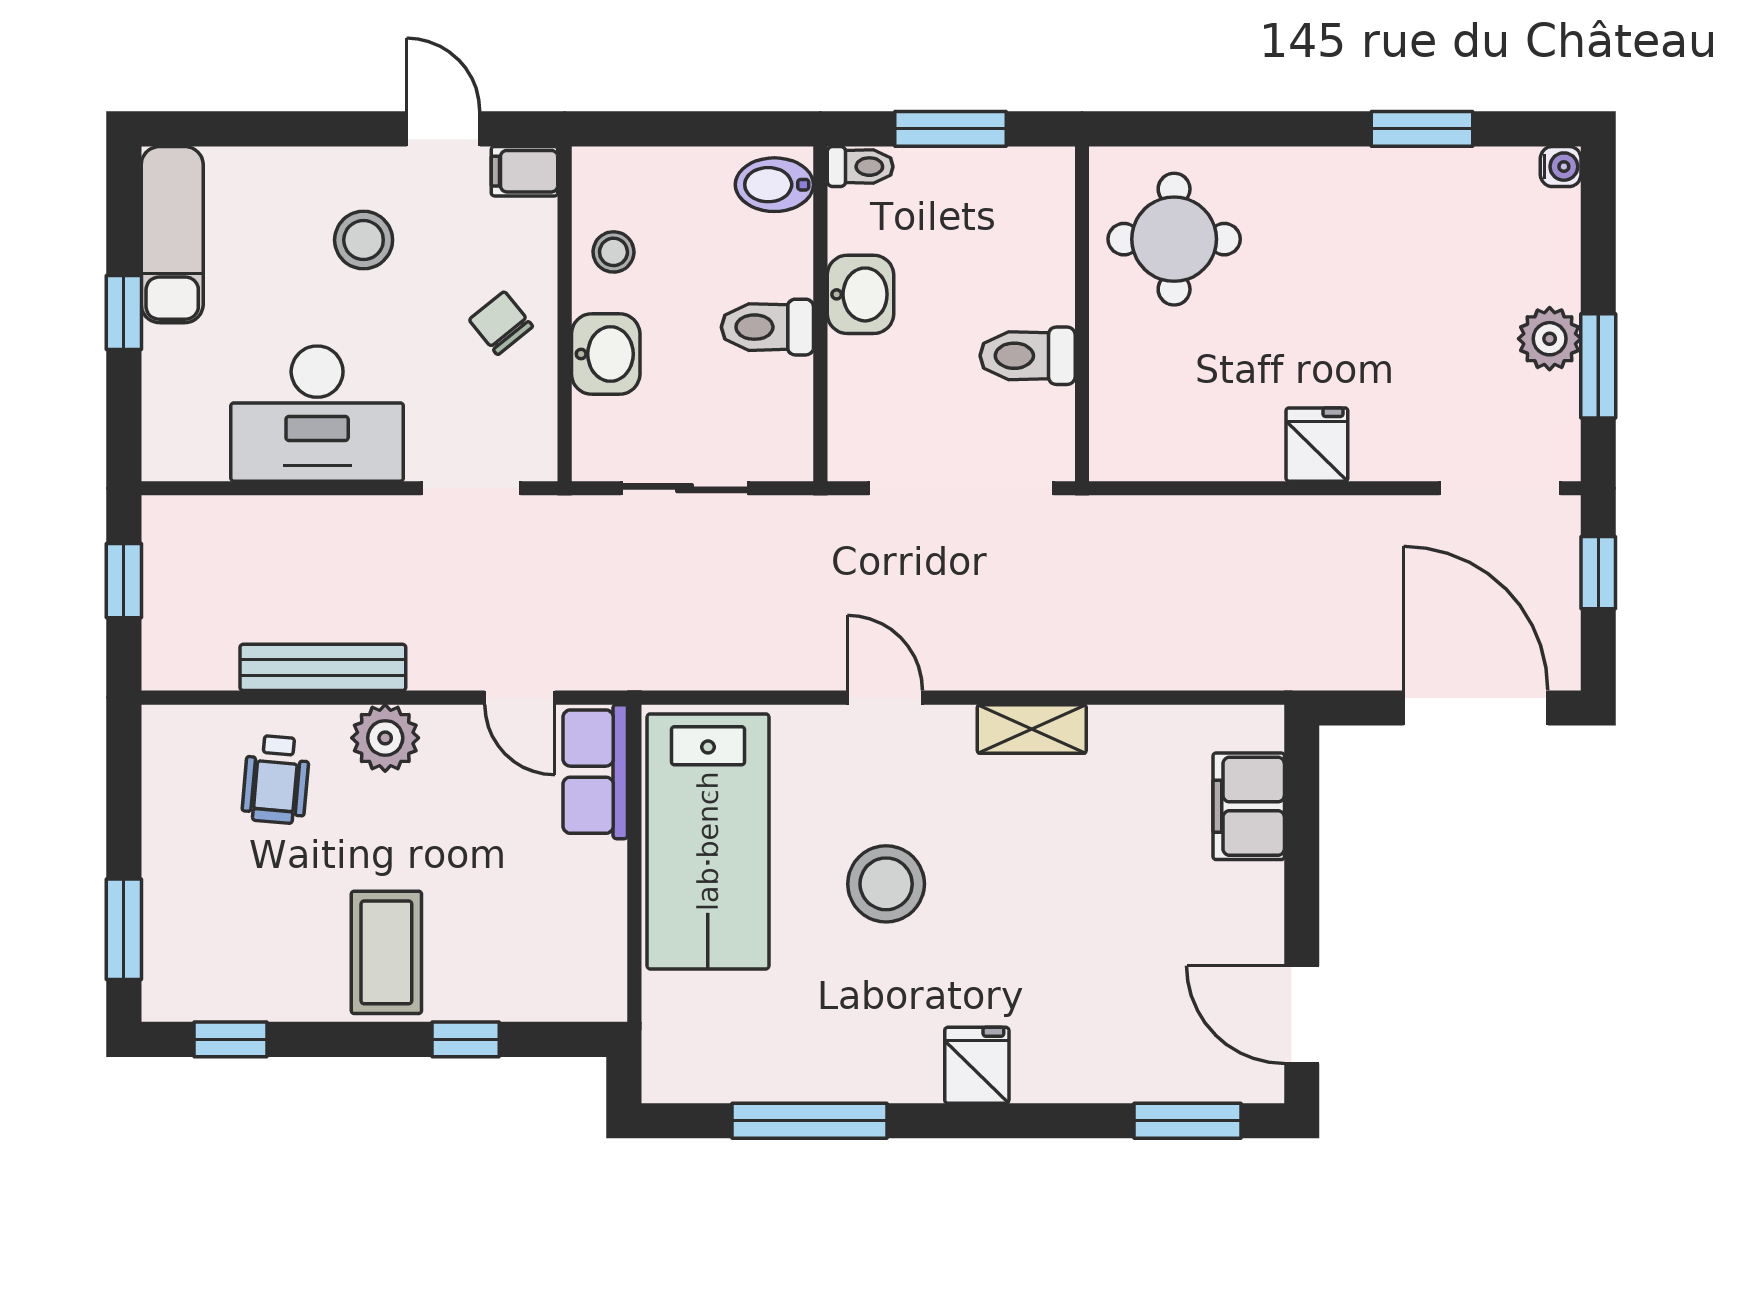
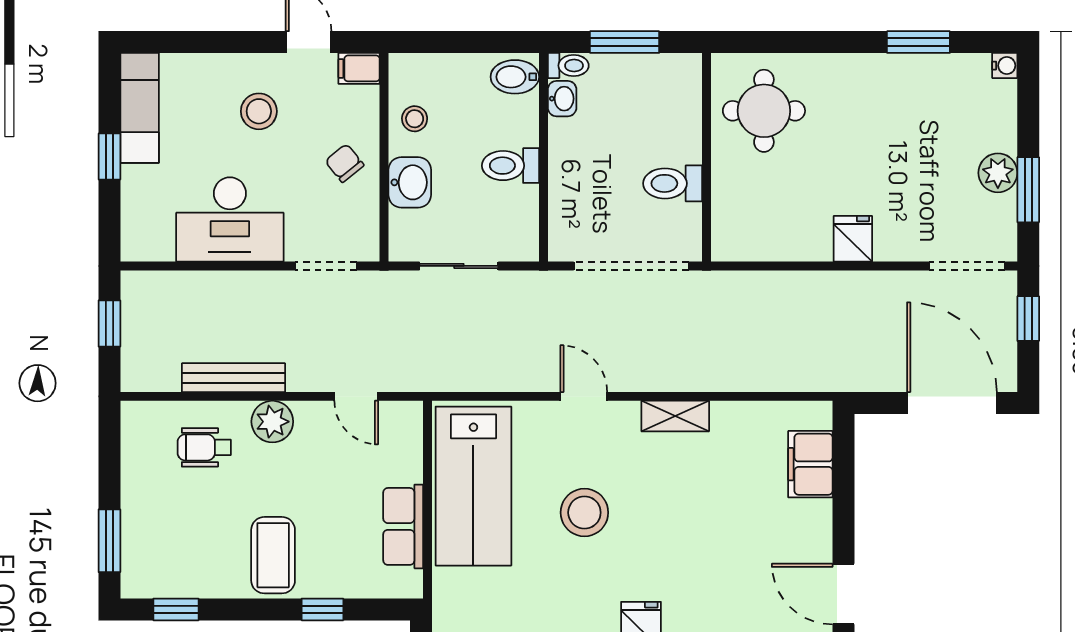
washbasin: (860, 294) -> (562, 99), moved, width x0.72, depth x0.69
row of seats: (595, 772) -> (403, 526), moved
wheelchair: (276, 779) -> (204, 447), turned 85

